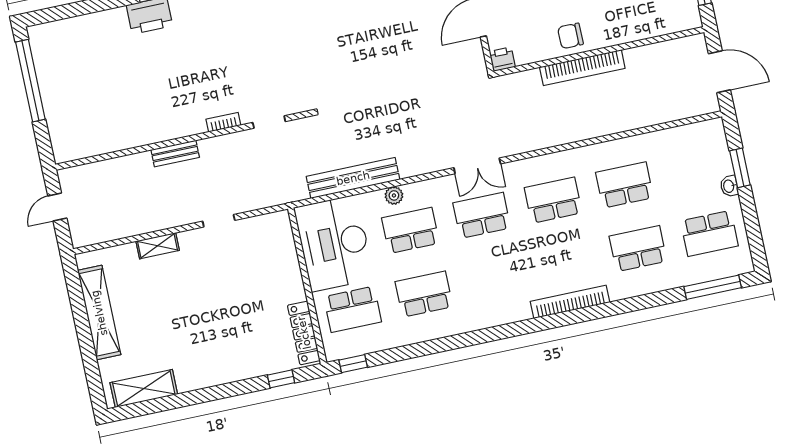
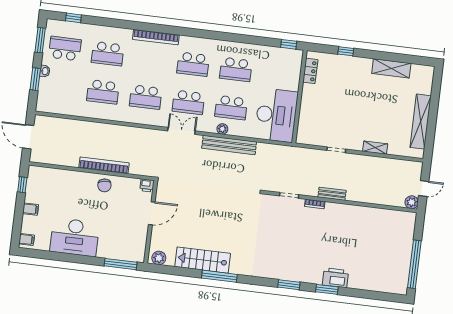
chair: (570, 36) -> (104, 185), turned 81
bench: (175, 154) -> (332, 194), moved
plant: (69, 178) -> (412, 202), added
bench: (353, 178) -> (229, 145), moved
plant: (394, 195) -> (222, 129), moved
window: (754, 233) -> (40, 40), added
window: (713, 287) -> (73, 18), width x0.46
school desk: (353, 309) -> (193, 64), moved, turned 180
locker: (304, 333) -> (310, 71), width x0.66
window: (281, 379) -> (346, 51), moved
shelving: (144, 388) -> (391, 68), moved

